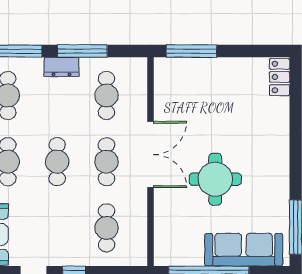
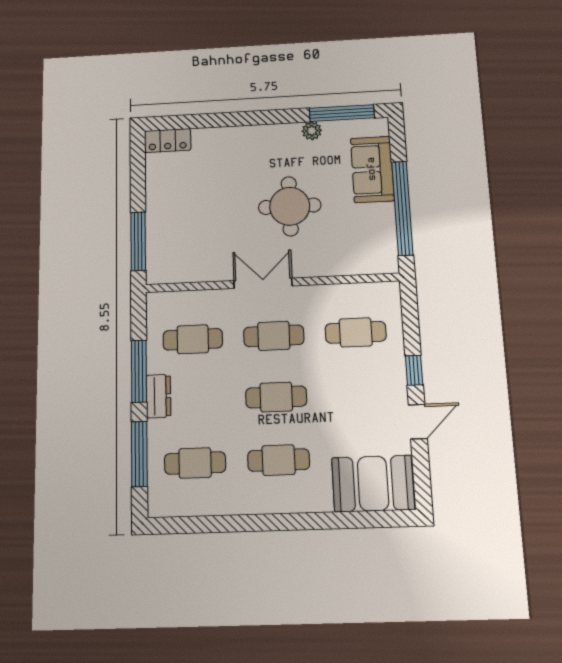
double door: (150, 154) -> (263, 283), width x0.73
plant: (281, 201) -> (312, 131), added
sofa: (244, 250) -> (372, 169), width x0.73

